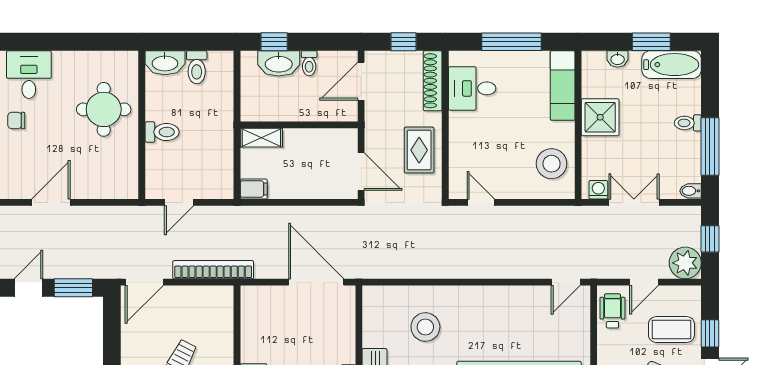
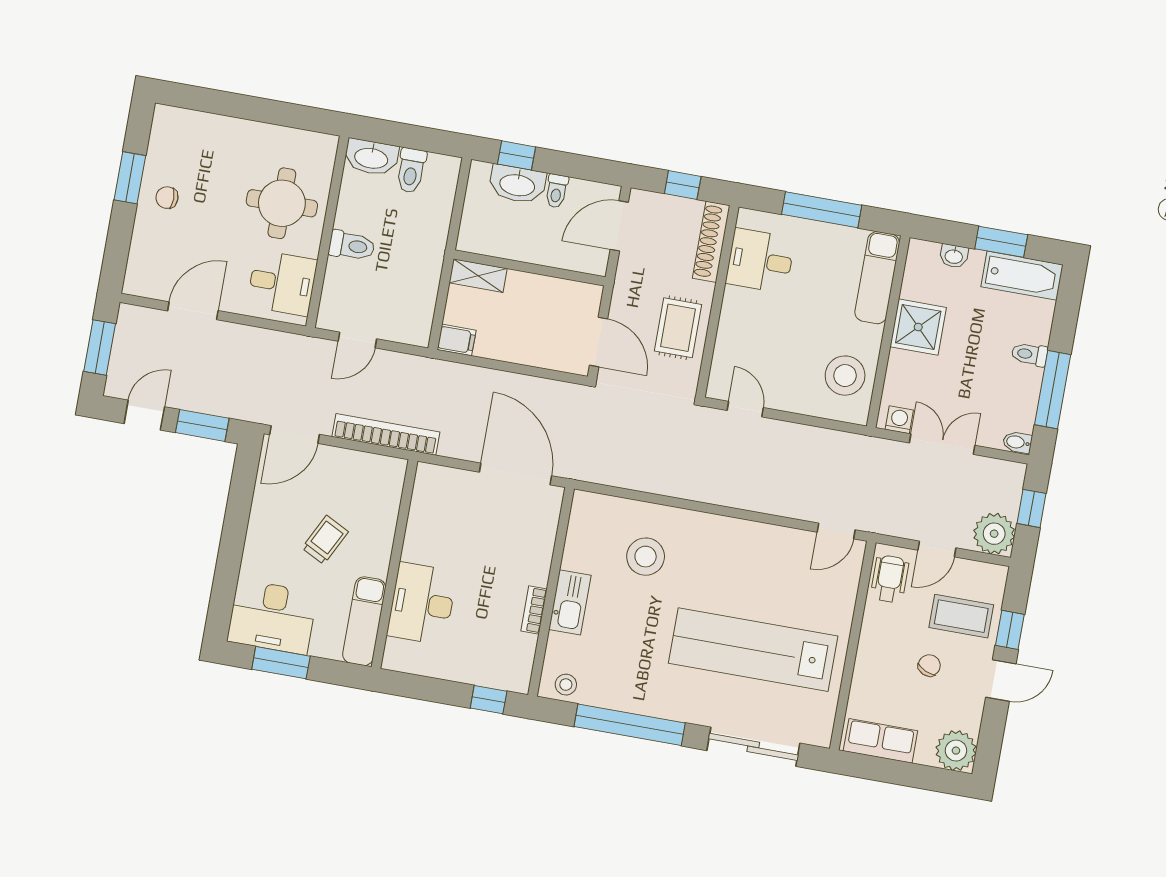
desk: (29, 75) -> (282, 283), moved, turned 90

